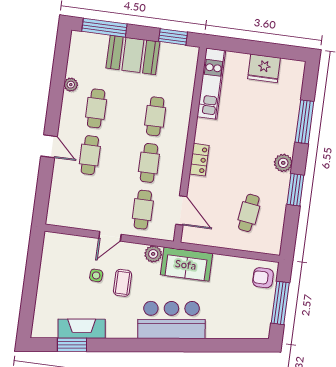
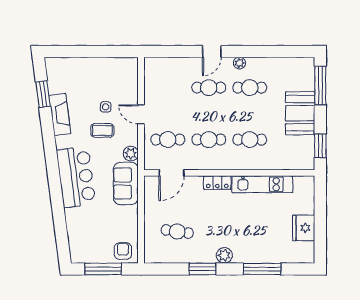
kitchen unit: (211, 84) -> (262, 184), moved
plant: (71, 85) -> (239, 63), moved
fireplace: (82, 329) -> (60, 114), moved

